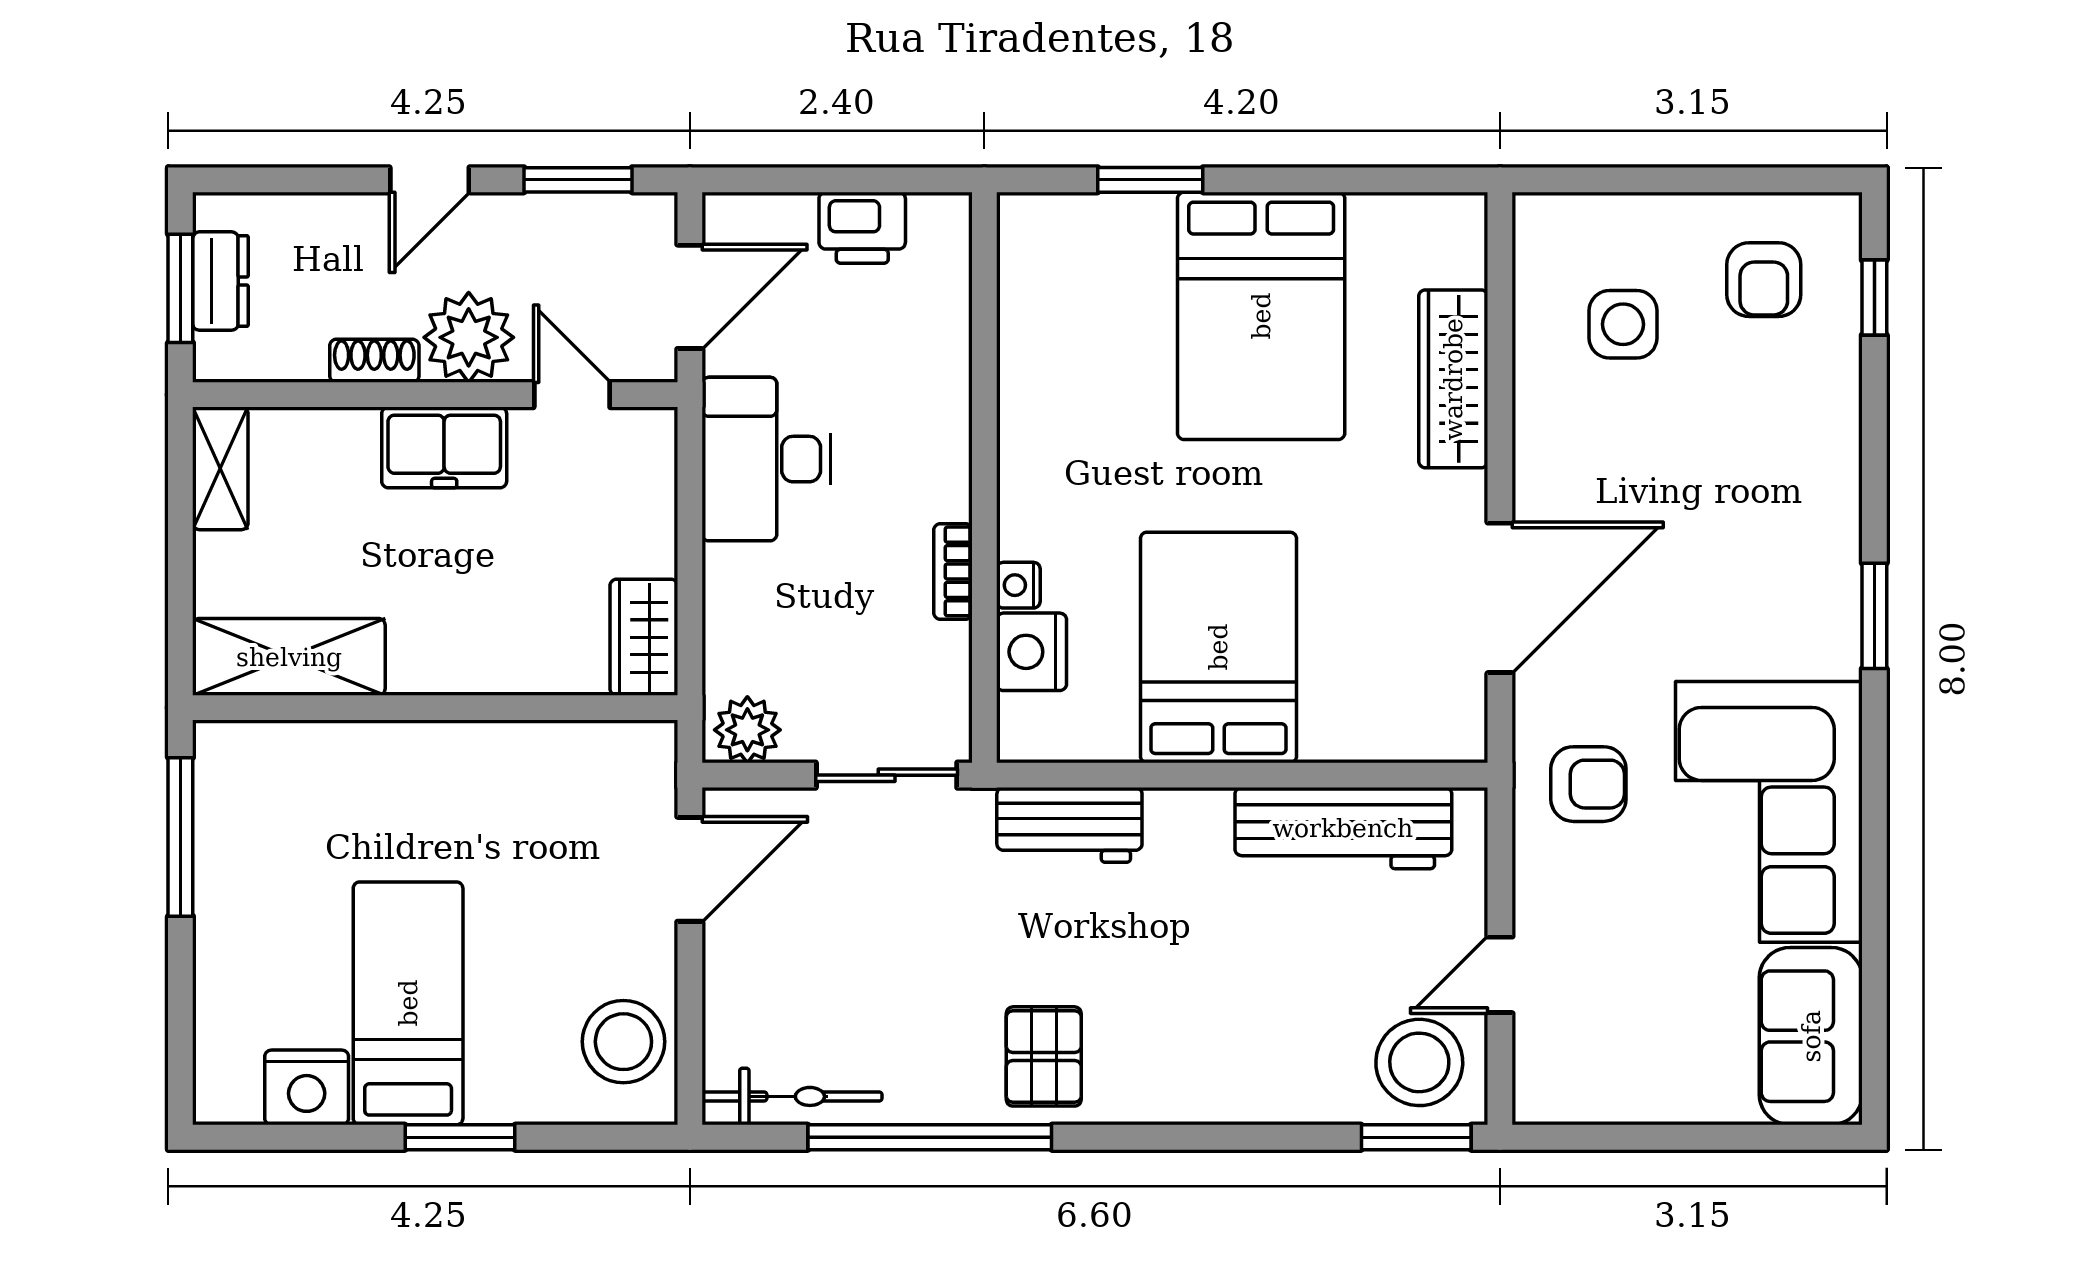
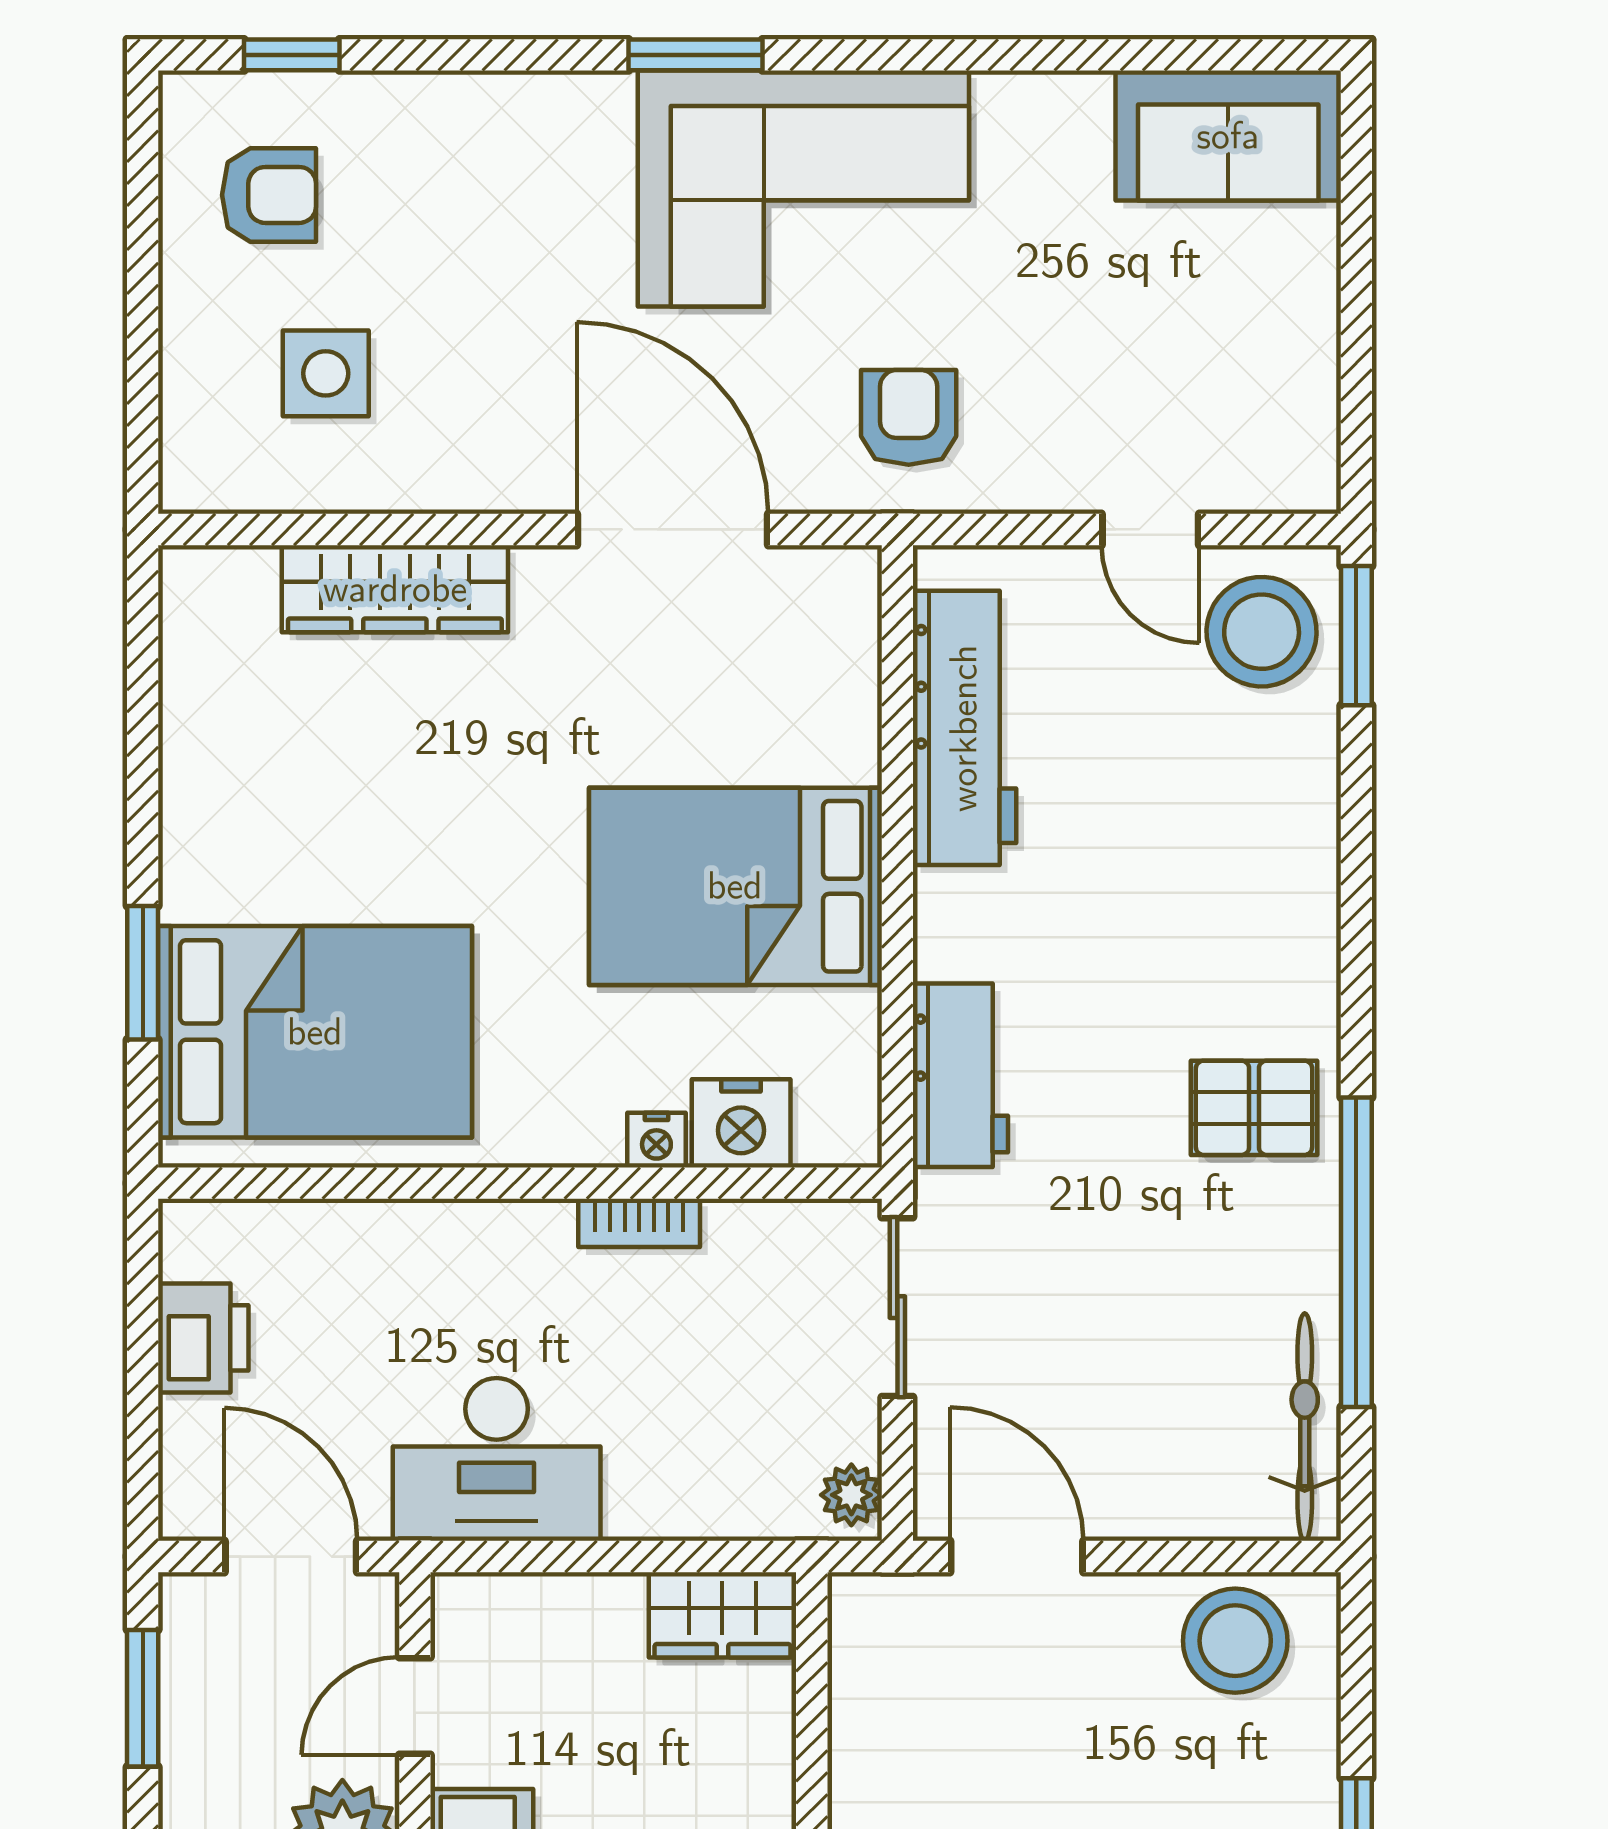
bed: (1261, 316) -> (315, 1032), moved
plant: (747, 730) -> (851, 1495), width x0.73, depth x0.73
corner sofa: (1769, 812) -> (803, 189), moved

